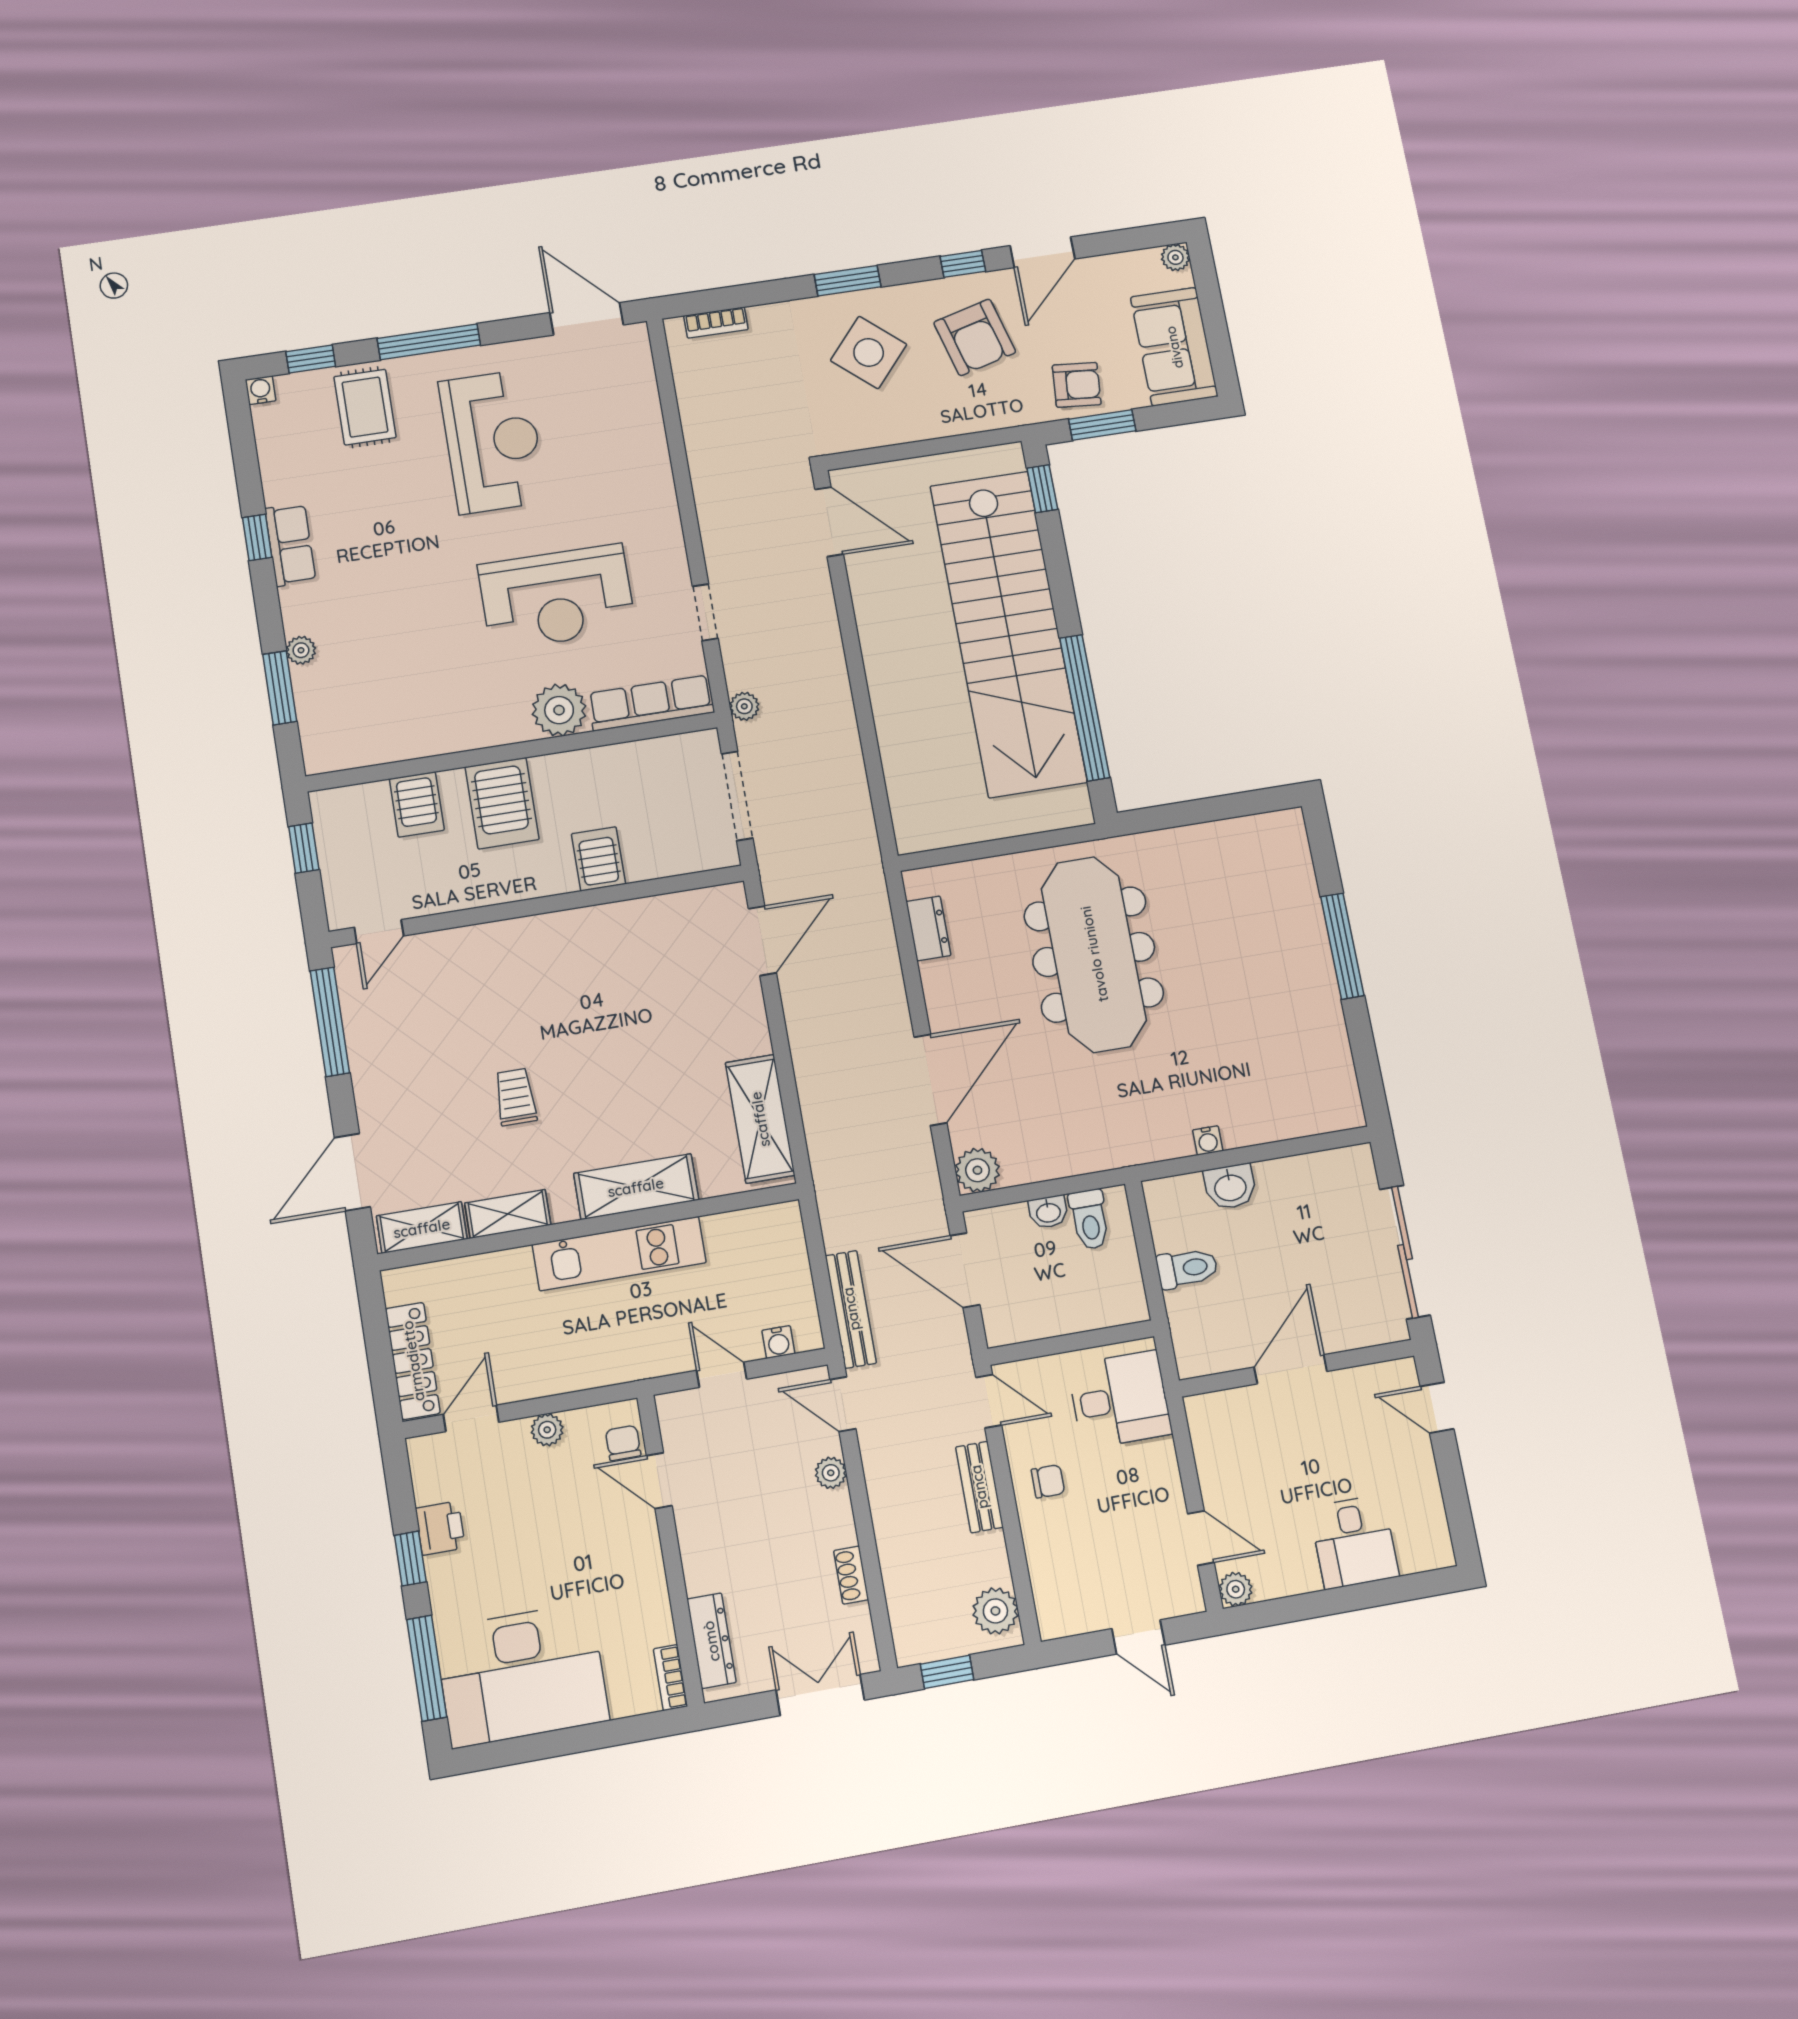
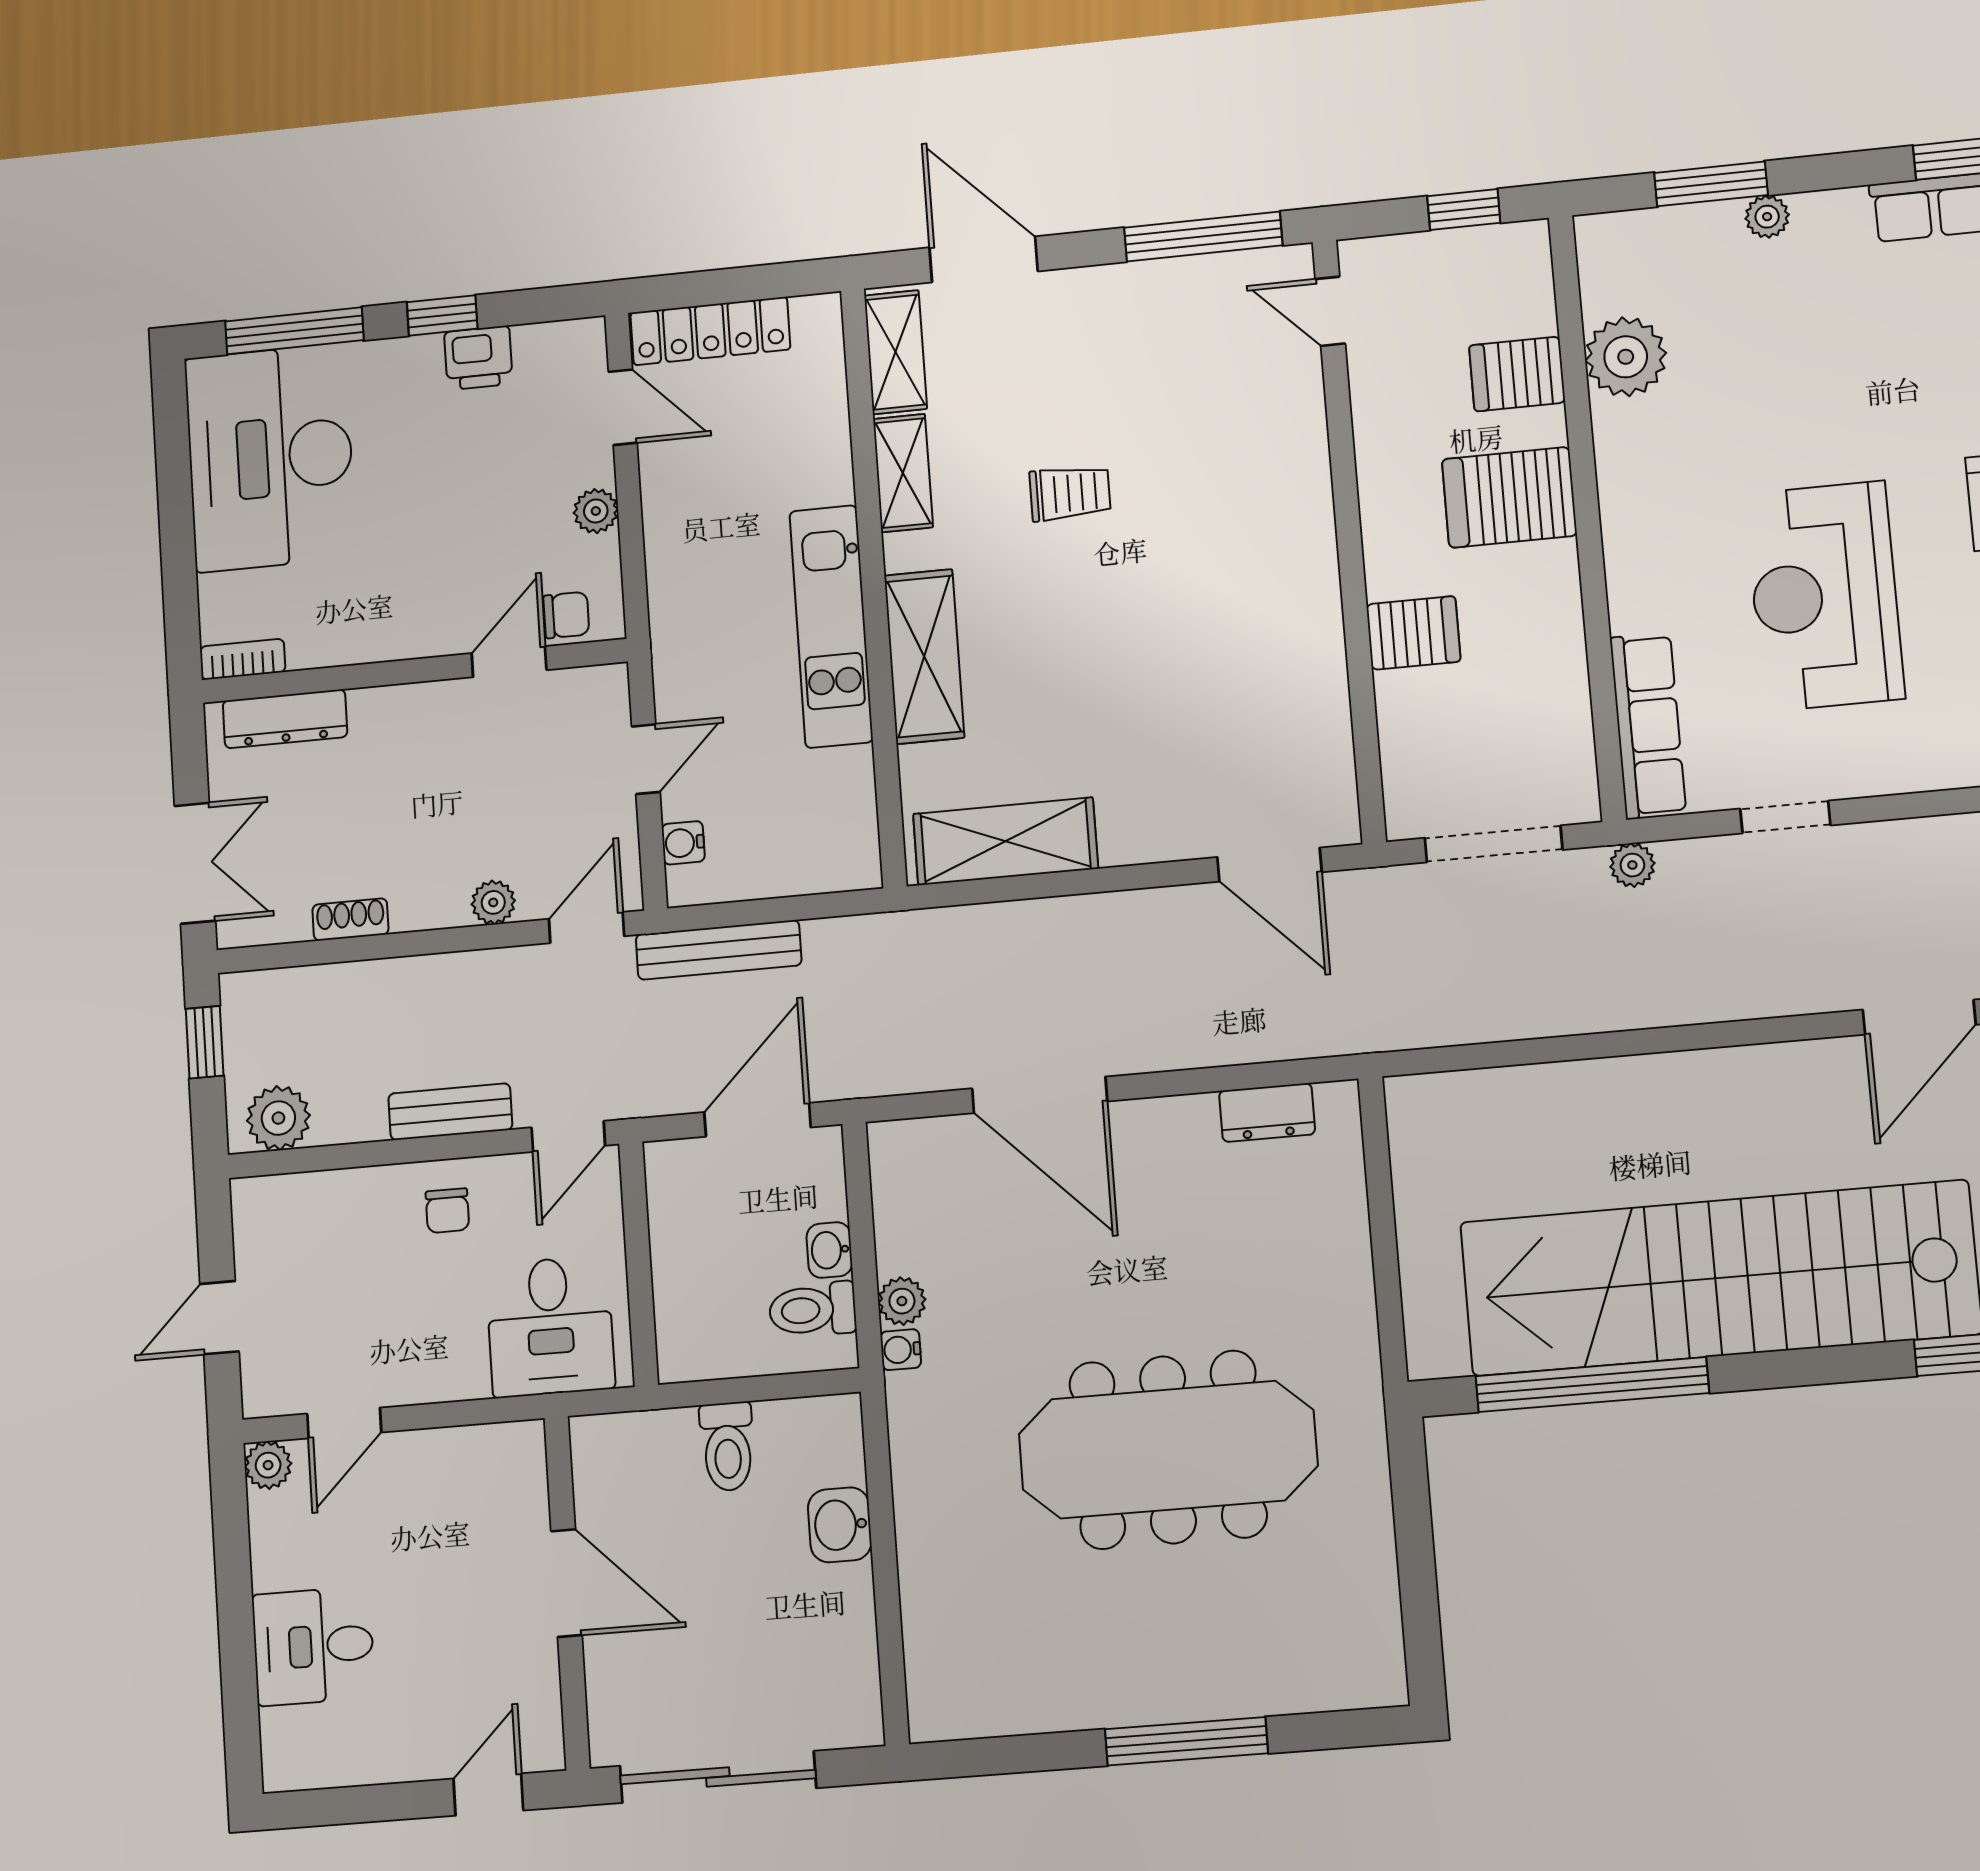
plant: (559, 710) -> (1626, 357), moved
meeting table: (1094, 954) -> (1168, 1450), moved
water cooler: (1208, 1140) -> (901, 1350), moved
plant: (977, 1170) -> (902, 1301), moved, width x0.73, depth x0.73

